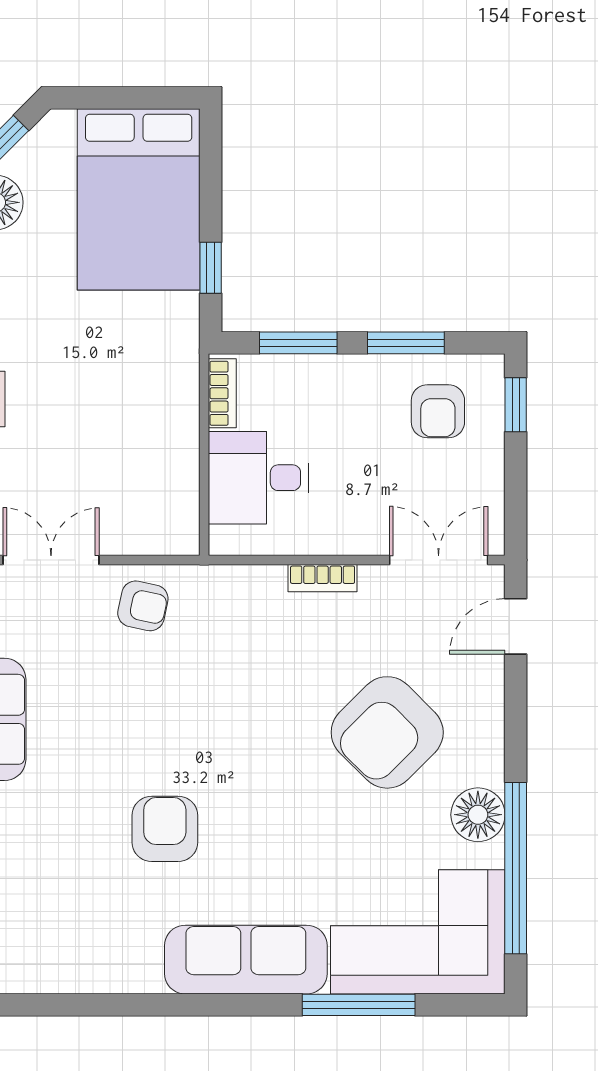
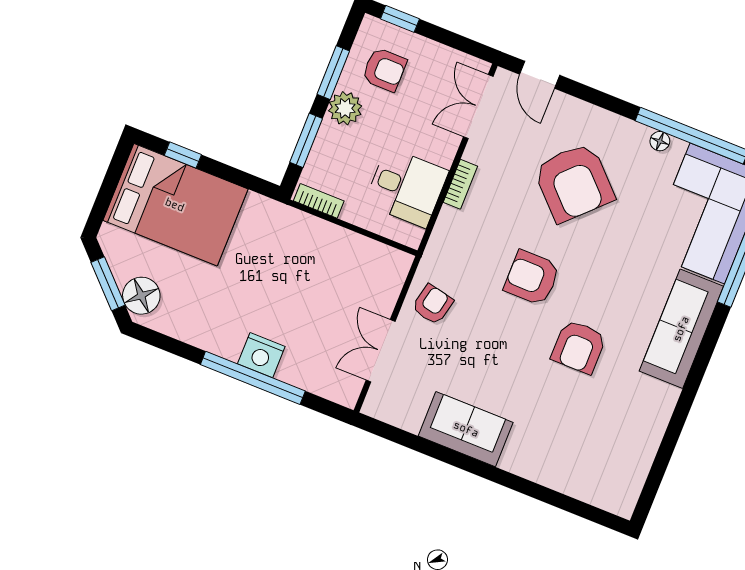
window: (211, 268) -> (183, 155), moved
plant: (363, 379) -> (345, 108), added
desk: (258, 478) -> (406, 187), moved, turned -90
armchair: (234, 727) -> (532, 278), added
floor lamp: (478, 815) -> (660, 141), width x0.53, depth x0.53
armchair: (165, 829) -> (579, 347), turned -90

